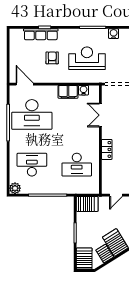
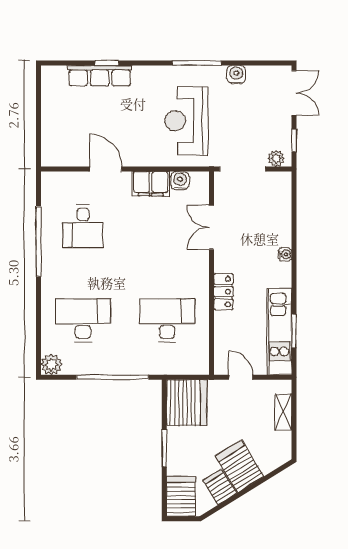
armchair: (52, 58) -> (121, 120), removed
reception desk: (87, 58) -> (186, 121), turned -90
door: (25, 84) -> (106, 169), moved
desk: (32, 114) -> (83, 226), width x0.53, depth x0.77
desk: (77, 165) -> (167, 320), turned 180
door: (116, 195) -> (241, 377), swing flipped
server rack: (87, 204) -> (187, 403), width x1.60

